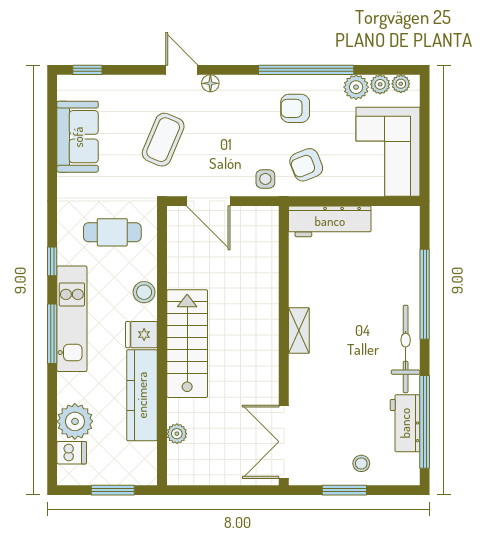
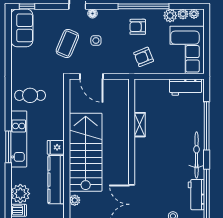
sofa: (78, 137) -> (22, 28), moved
side table: (265, 179) -> (96, 40), moved
workbench: (330, 221) -> (185, 87), moved, width x0.73
cafe table: (112, 232) -> (30, 95), moved
window: (52, 261) -> (8, 108), removed
stool: (144, 292) -> (57, 125), removed
shelving: (299, 331) -> (140, 125), moved
stairs: (187, 344) -> (86, 152), width x1.36, depth x1.51

